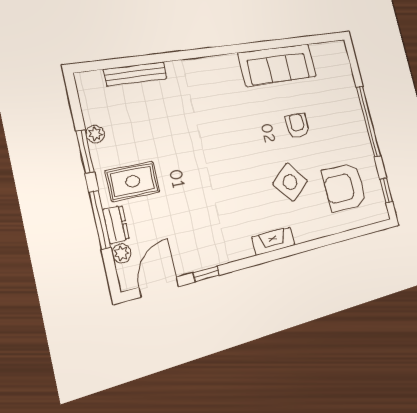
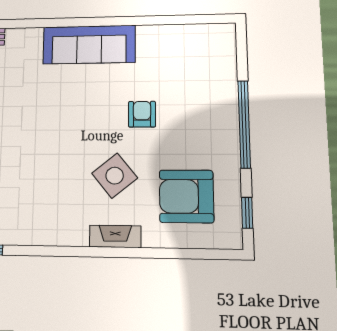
sofa: (278, 65) -> (89, 45), moved
fireplace: (273, 241) -> (115, 236), moved

